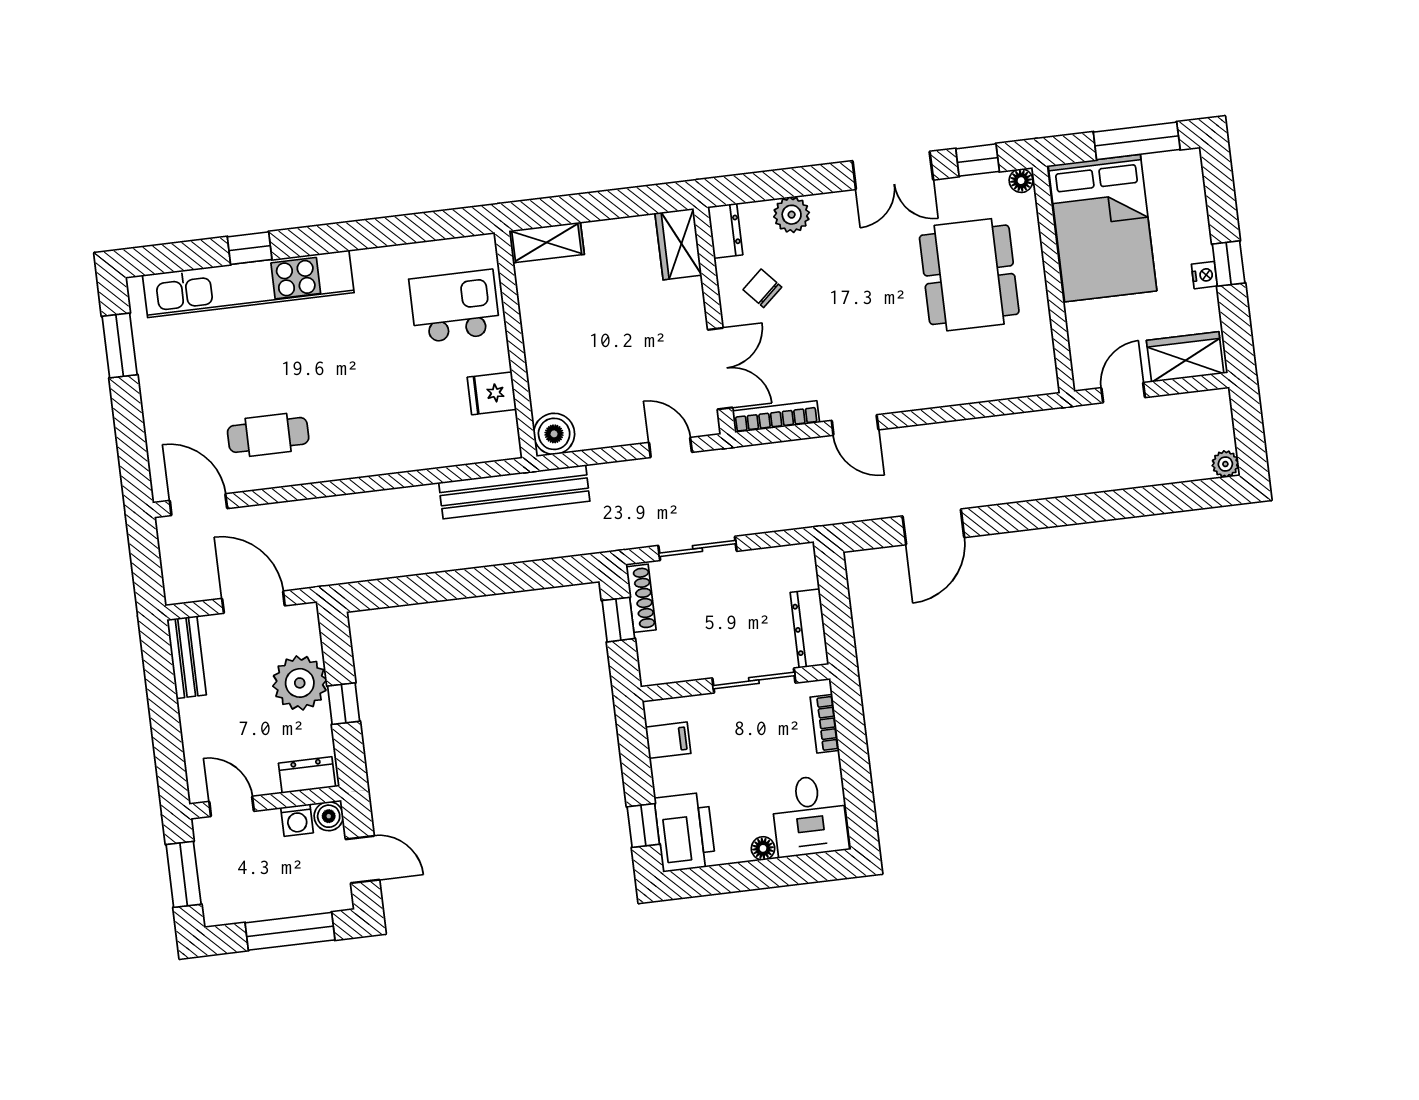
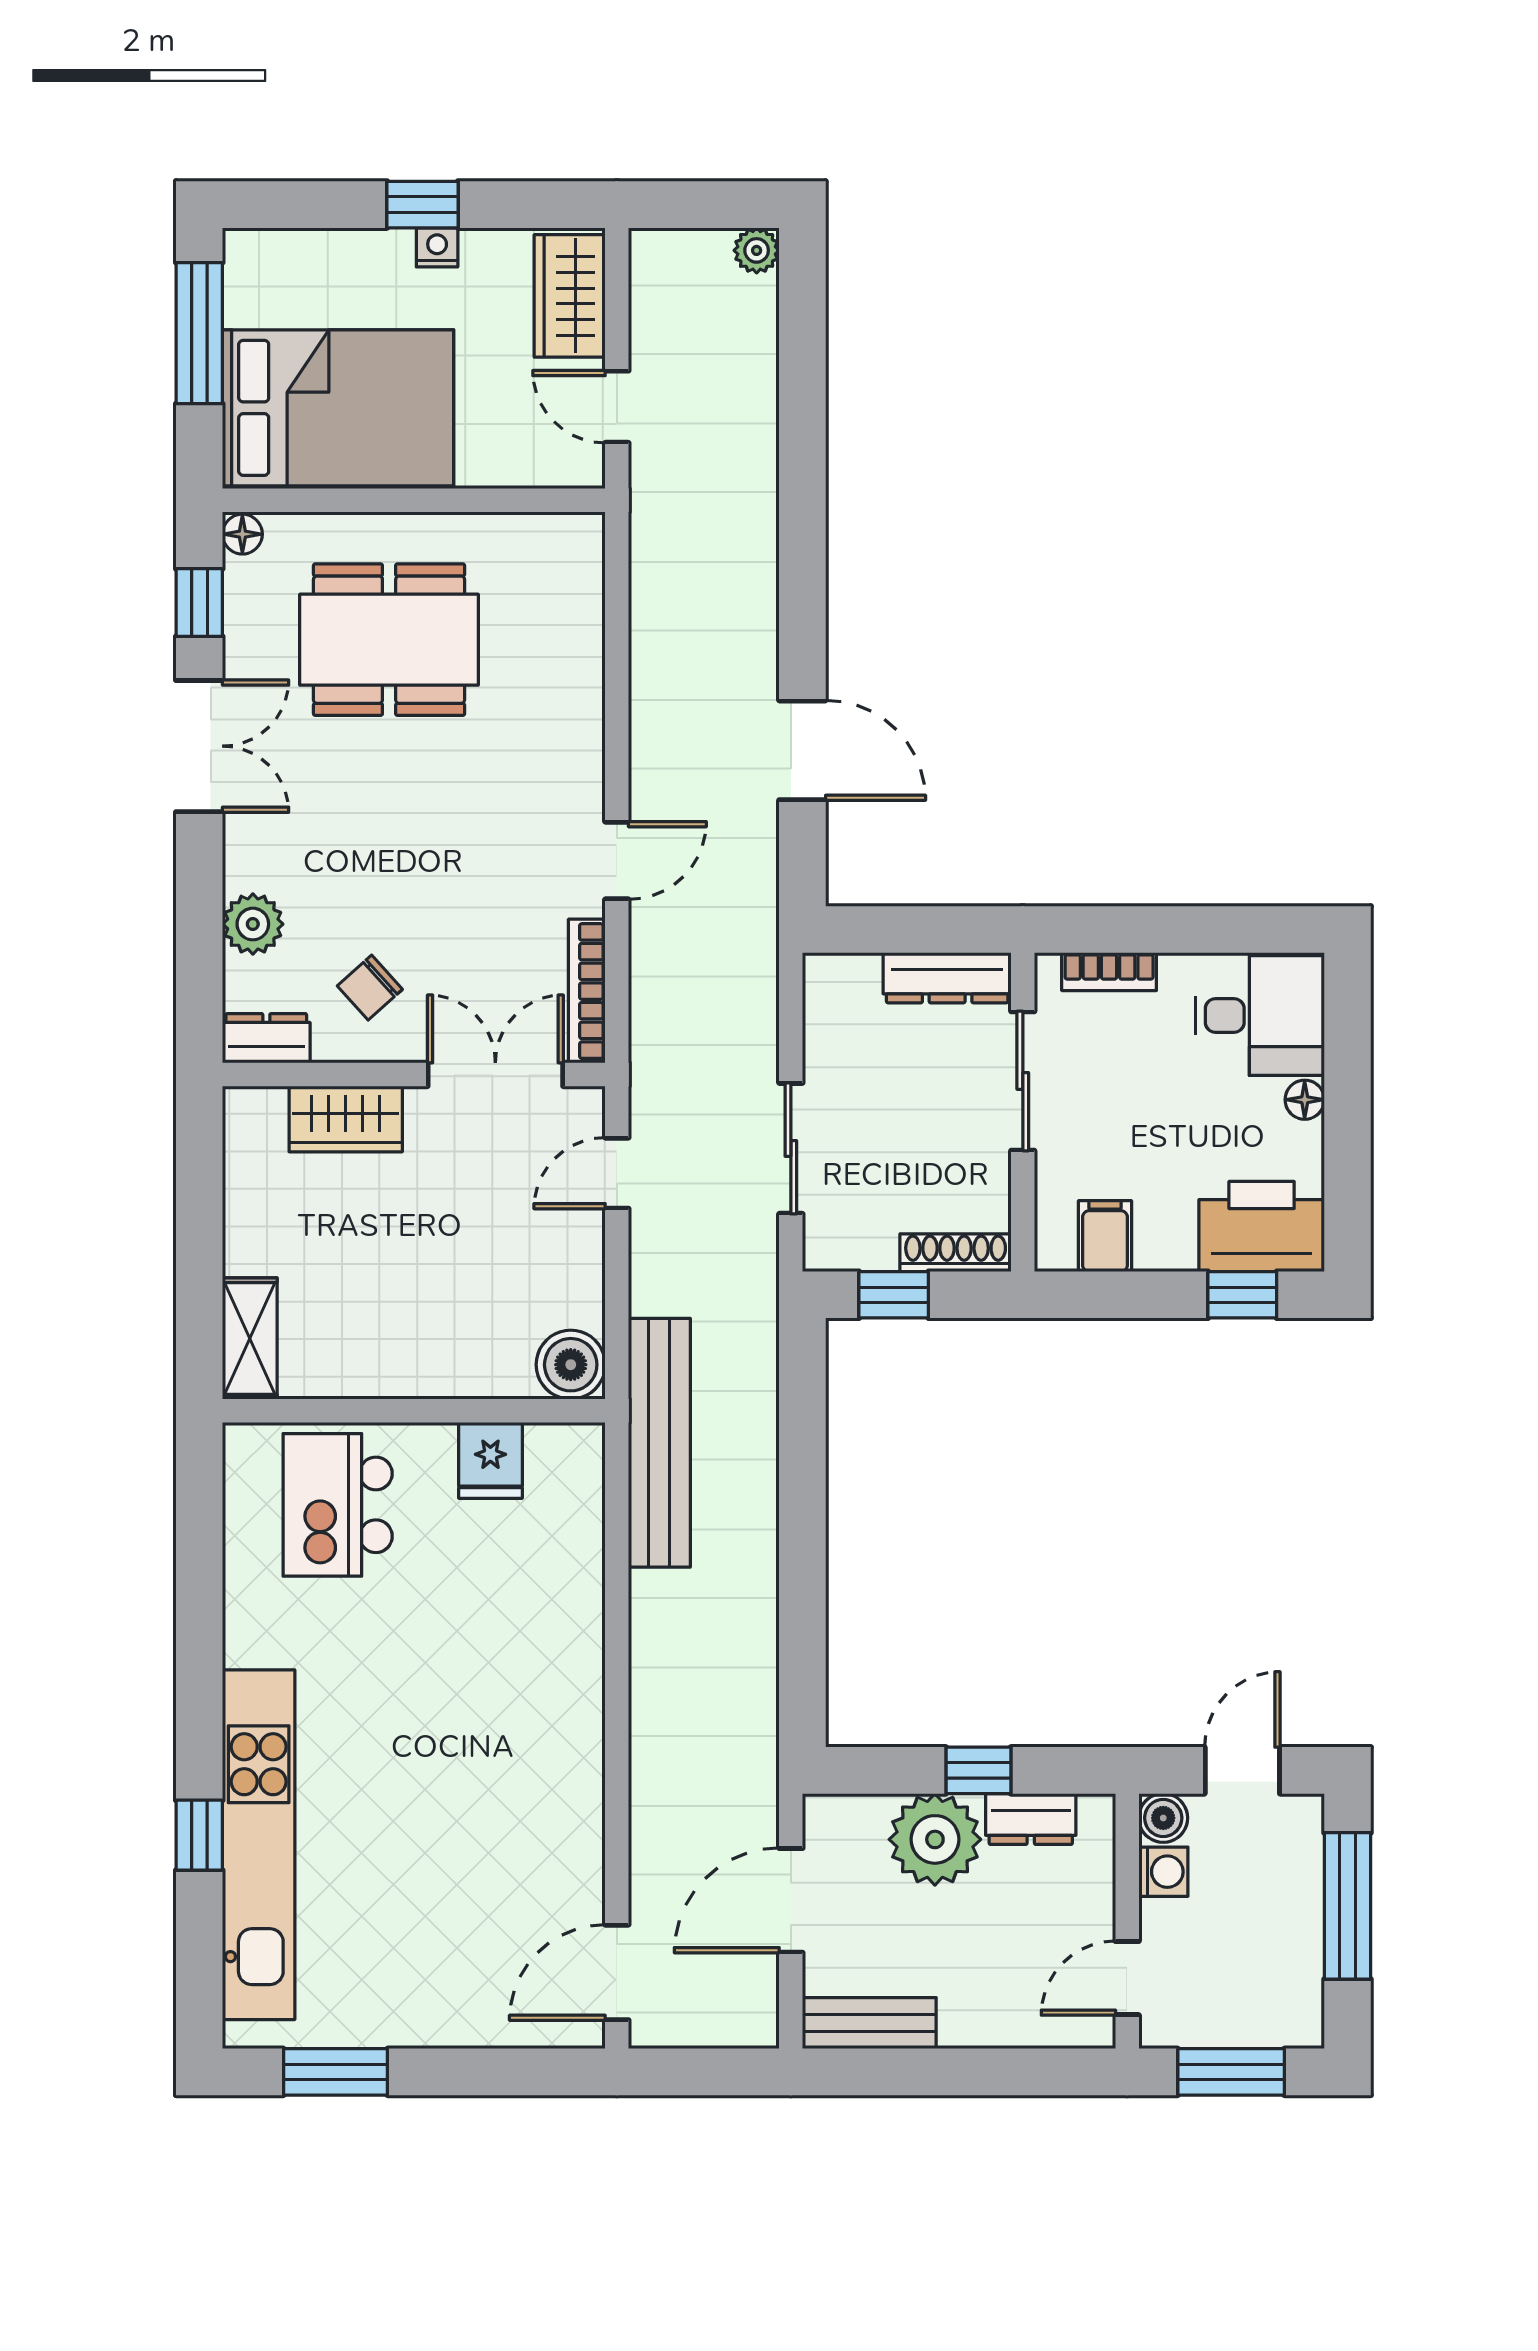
wardrobe: (678, 244) -> (346, 1119), moved
cafe table: (268, 435) -> (515, 1842), removed
shoe rack: (641, 598) -> (956, 1253), moved
dresser: (307, 775) -> (1031, 1819), moved, turned -90

